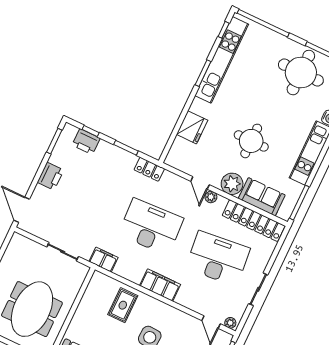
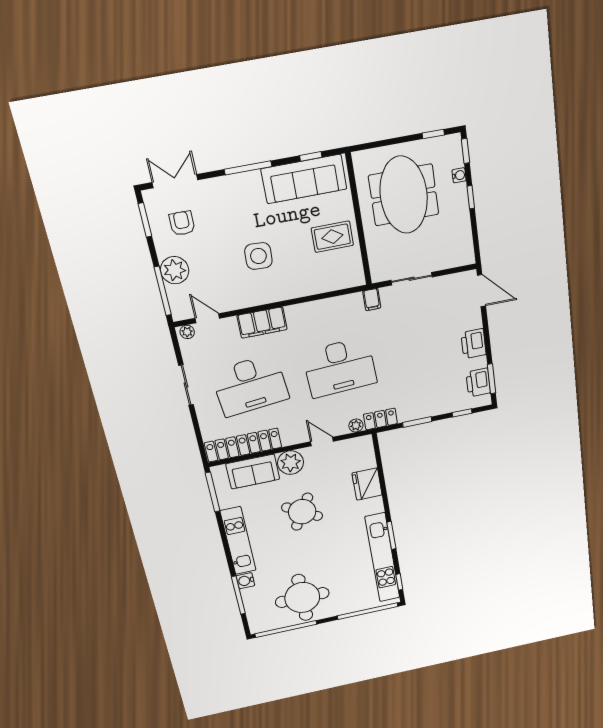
round table: (251, 141) -> (302, 512), turned 30
printer: (86, 142) -> (478, 383), moved, turned -90
plant: (211, 197) -> (356, 426), moved
filing cabinet: (103, 260) -> (372, 300), width x0.50
filing cabinet: (160, 285) -> (262, 322), moved
rug: (123, 305) -> (332, 237), moved, turned 90

